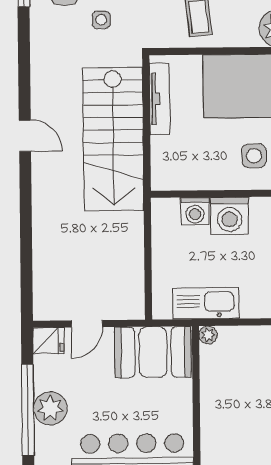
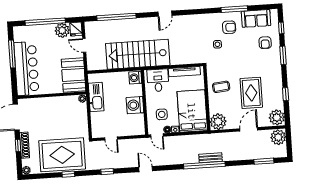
stairs: (113, 139) -> (138, 54), moved
desk: (176, 160) -> (158, 80), added
washing machine: (195, 211) -> (135, 78), moved
window: (26, 247) -> (116, 17), added
plant: (50, 408) -> (62, 30), moved

